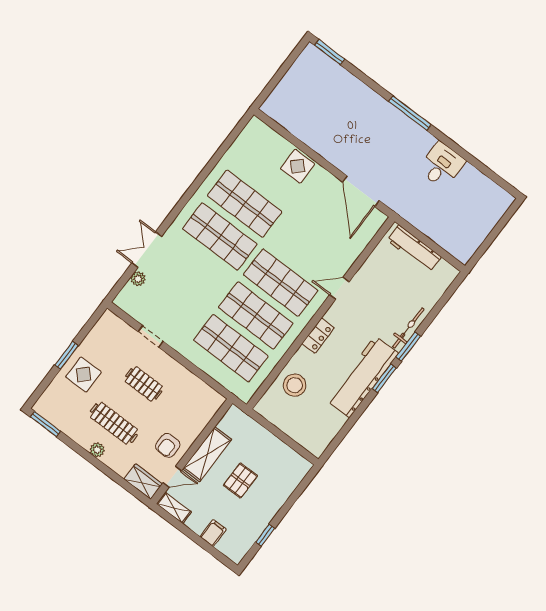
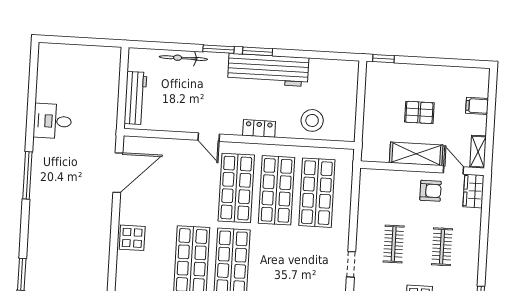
bicycle: (408, 328) -> (183, 58), moved
clothes rail: (114, 423) -> (442, 247), width x0.73
plant: (97, 450) -> (473, 246), removed
window: (265, 535) -> (384, 59), moved

